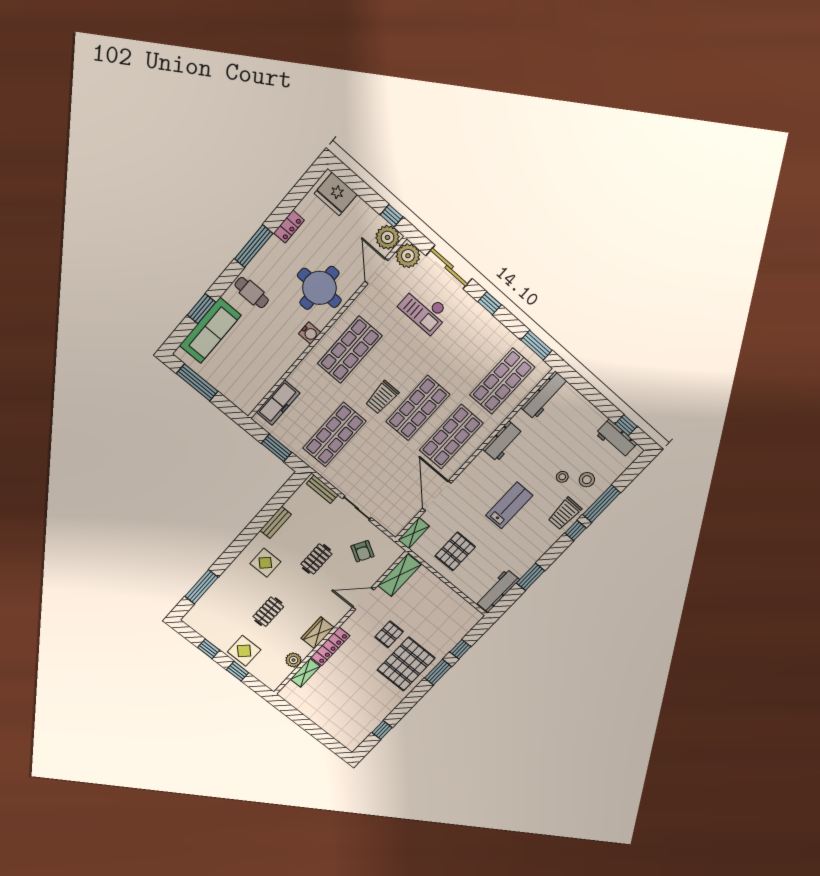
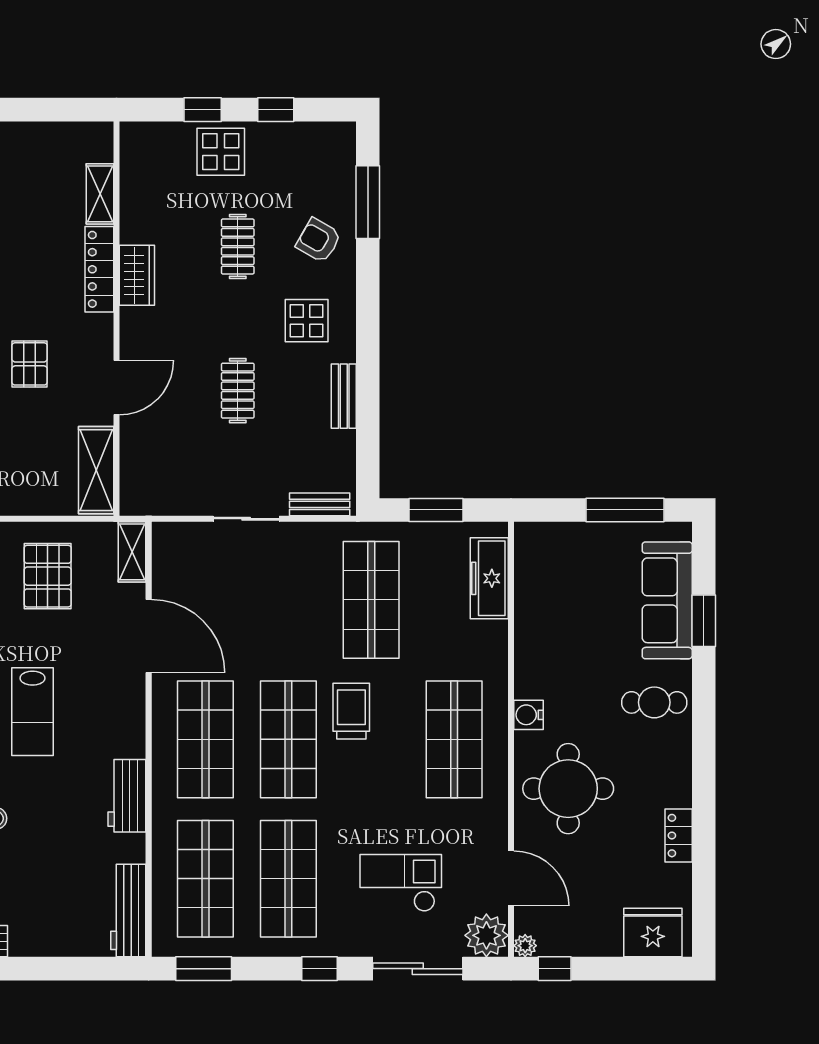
plant: (388, 237) -> (525, 946), width x0.53, depth x0.53
window: (254, 246) -> (704, 768), removed
shop shelf: (469, 352) -> (288, 879), added
armchair: (362, 551) -> (319, 240), moved
plant: (293, 660) -> (135, 200), removed

